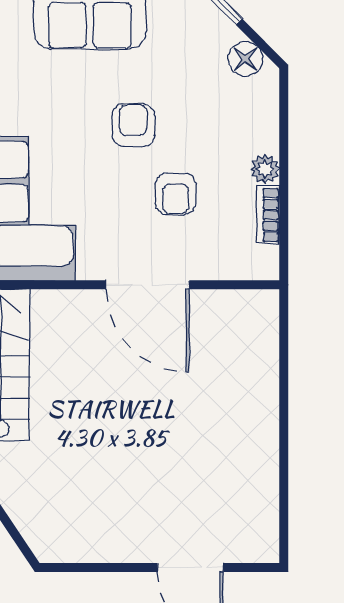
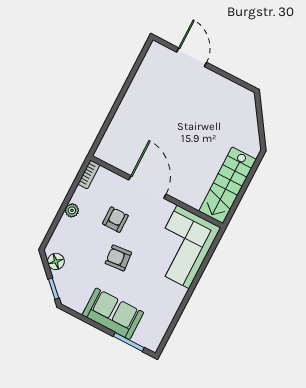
armchair: (133, 125) -> (118, 258), turned 85
bookcase: (268, 215) -> (89, 174), moved

